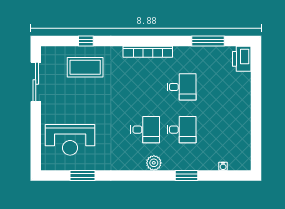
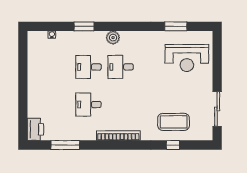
reception desk: (70, 140) -> (187, 58), turned 180

